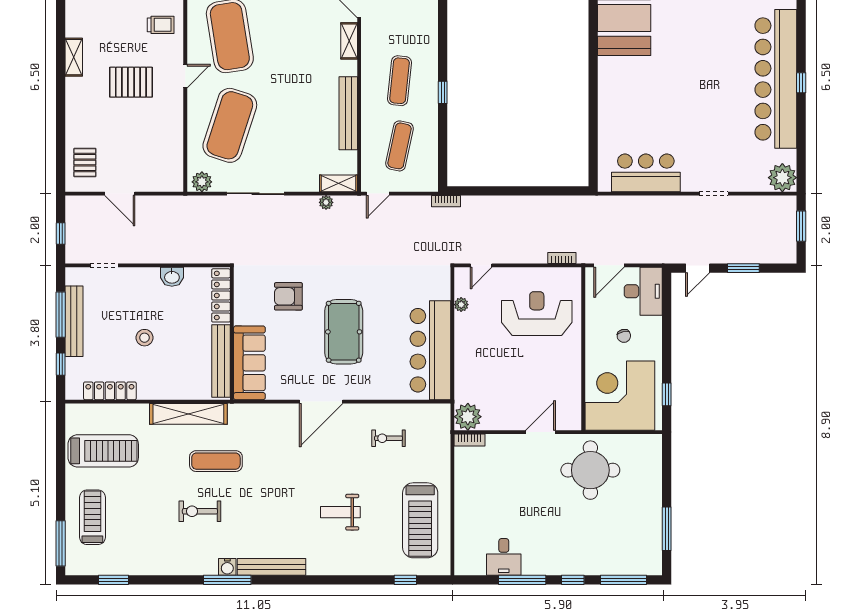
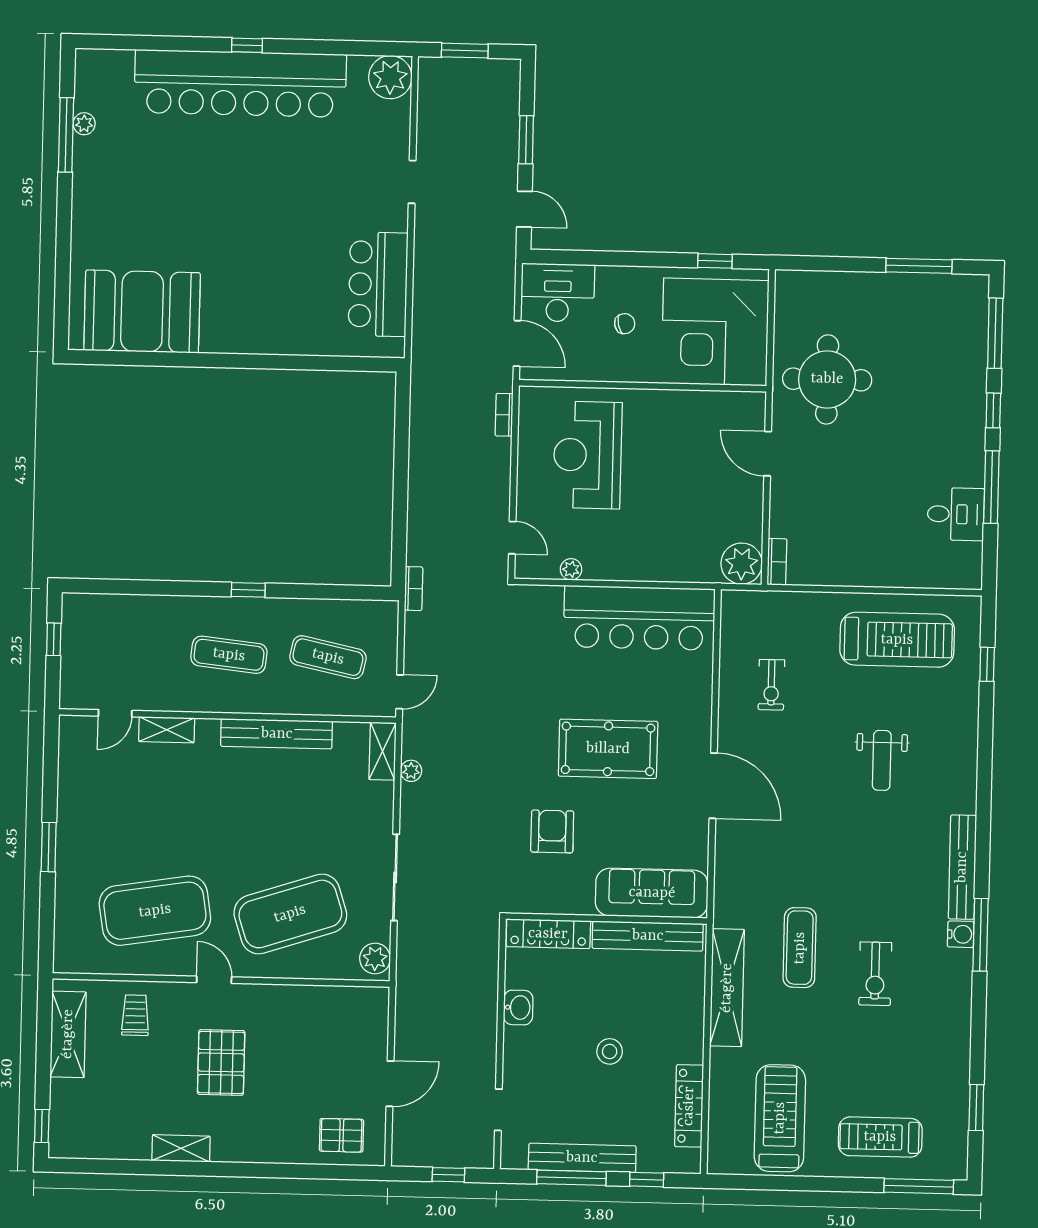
exercise mat: (230, 125) -> (290, 914), turned -36
door: (378, 194) -> (400, 692), hinge flipped
armchair: (288, 296) -> (552, 831), turned 180

